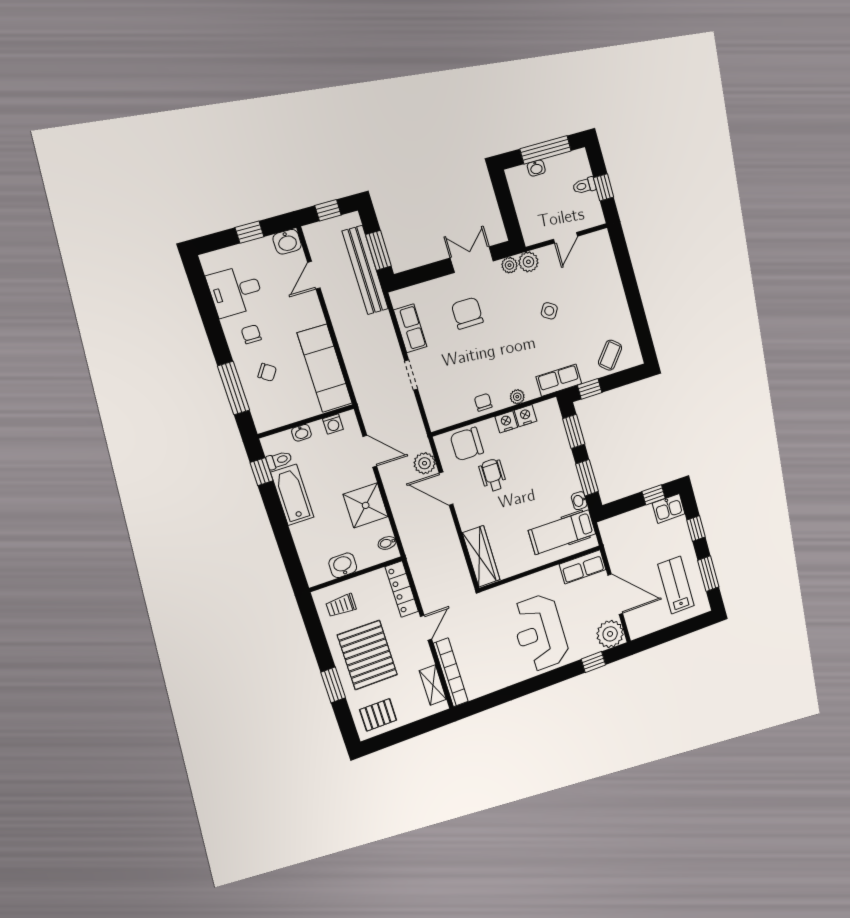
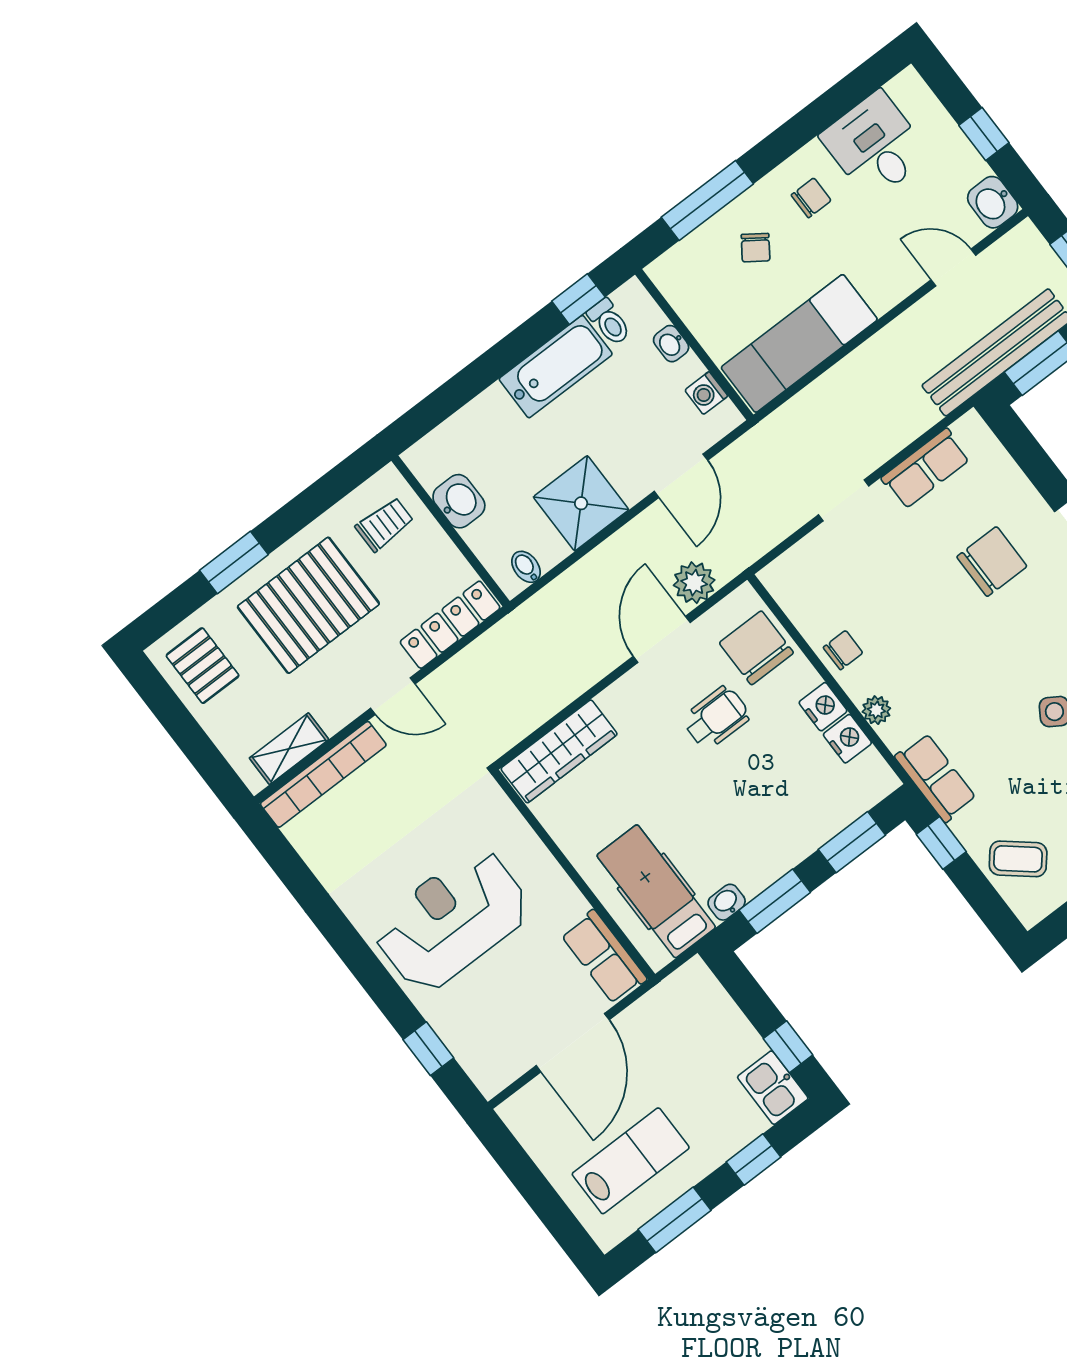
trolley: (341, 606) -> (385, 524), turned 90
plant: (610, 634) -> (493, 1062), removed

